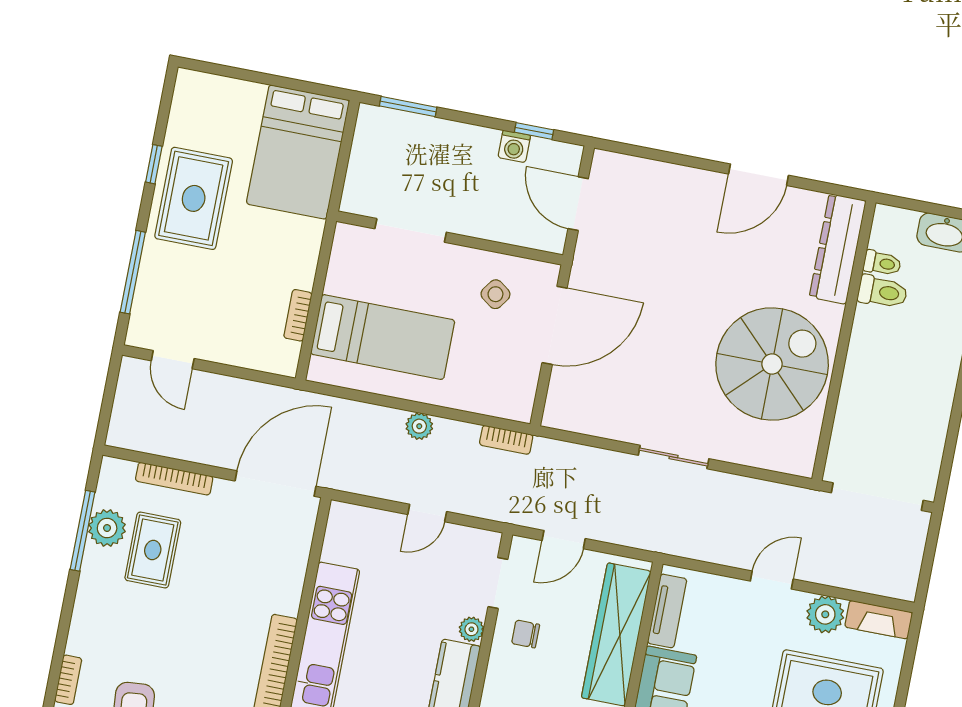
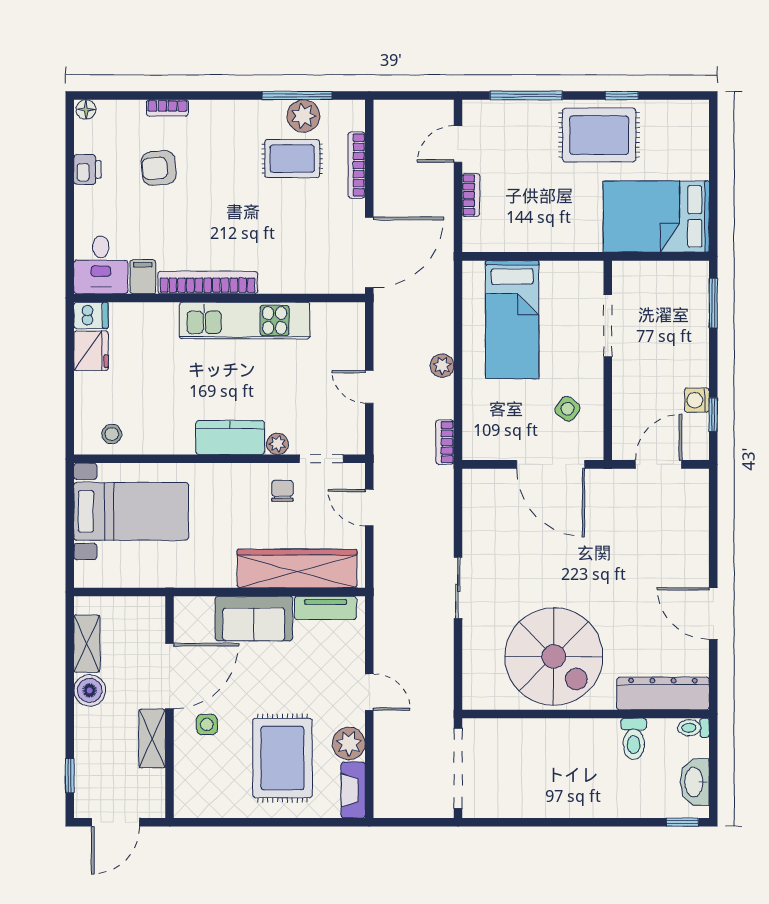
toilet: (882, 263) -> (693, 728), moved, turned 90
bookcase: (298, 315) -> (471, 195), moved, turned 90
door: (276, 484) -> (369, 252), hinge flipped

